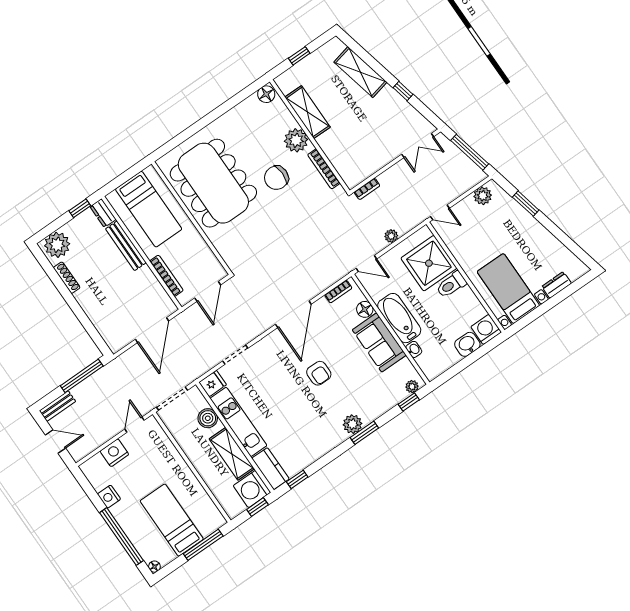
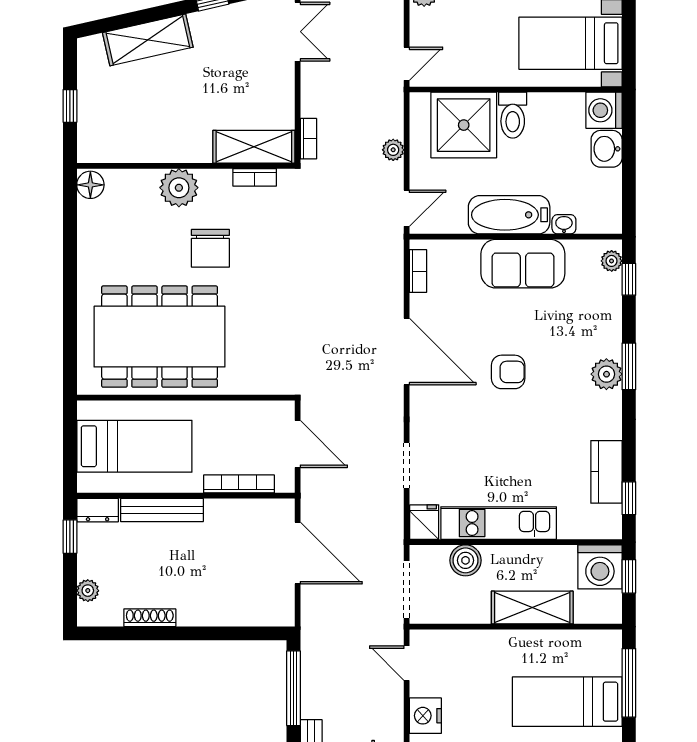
shelving: (307, 112) -> (254, 147), moved
bookcase: (324, 169) -> (255, 177), width x0.64
plant: (57, 245) -> (88, 591), width x0.53, depth x0.53
floor lamp: (365, 309) -> (466, 252), removed
shelving: (232, 454) -> (532, 607), moved
kitchen counter: (270, 469) -> (606, 472), moved, turned -90

